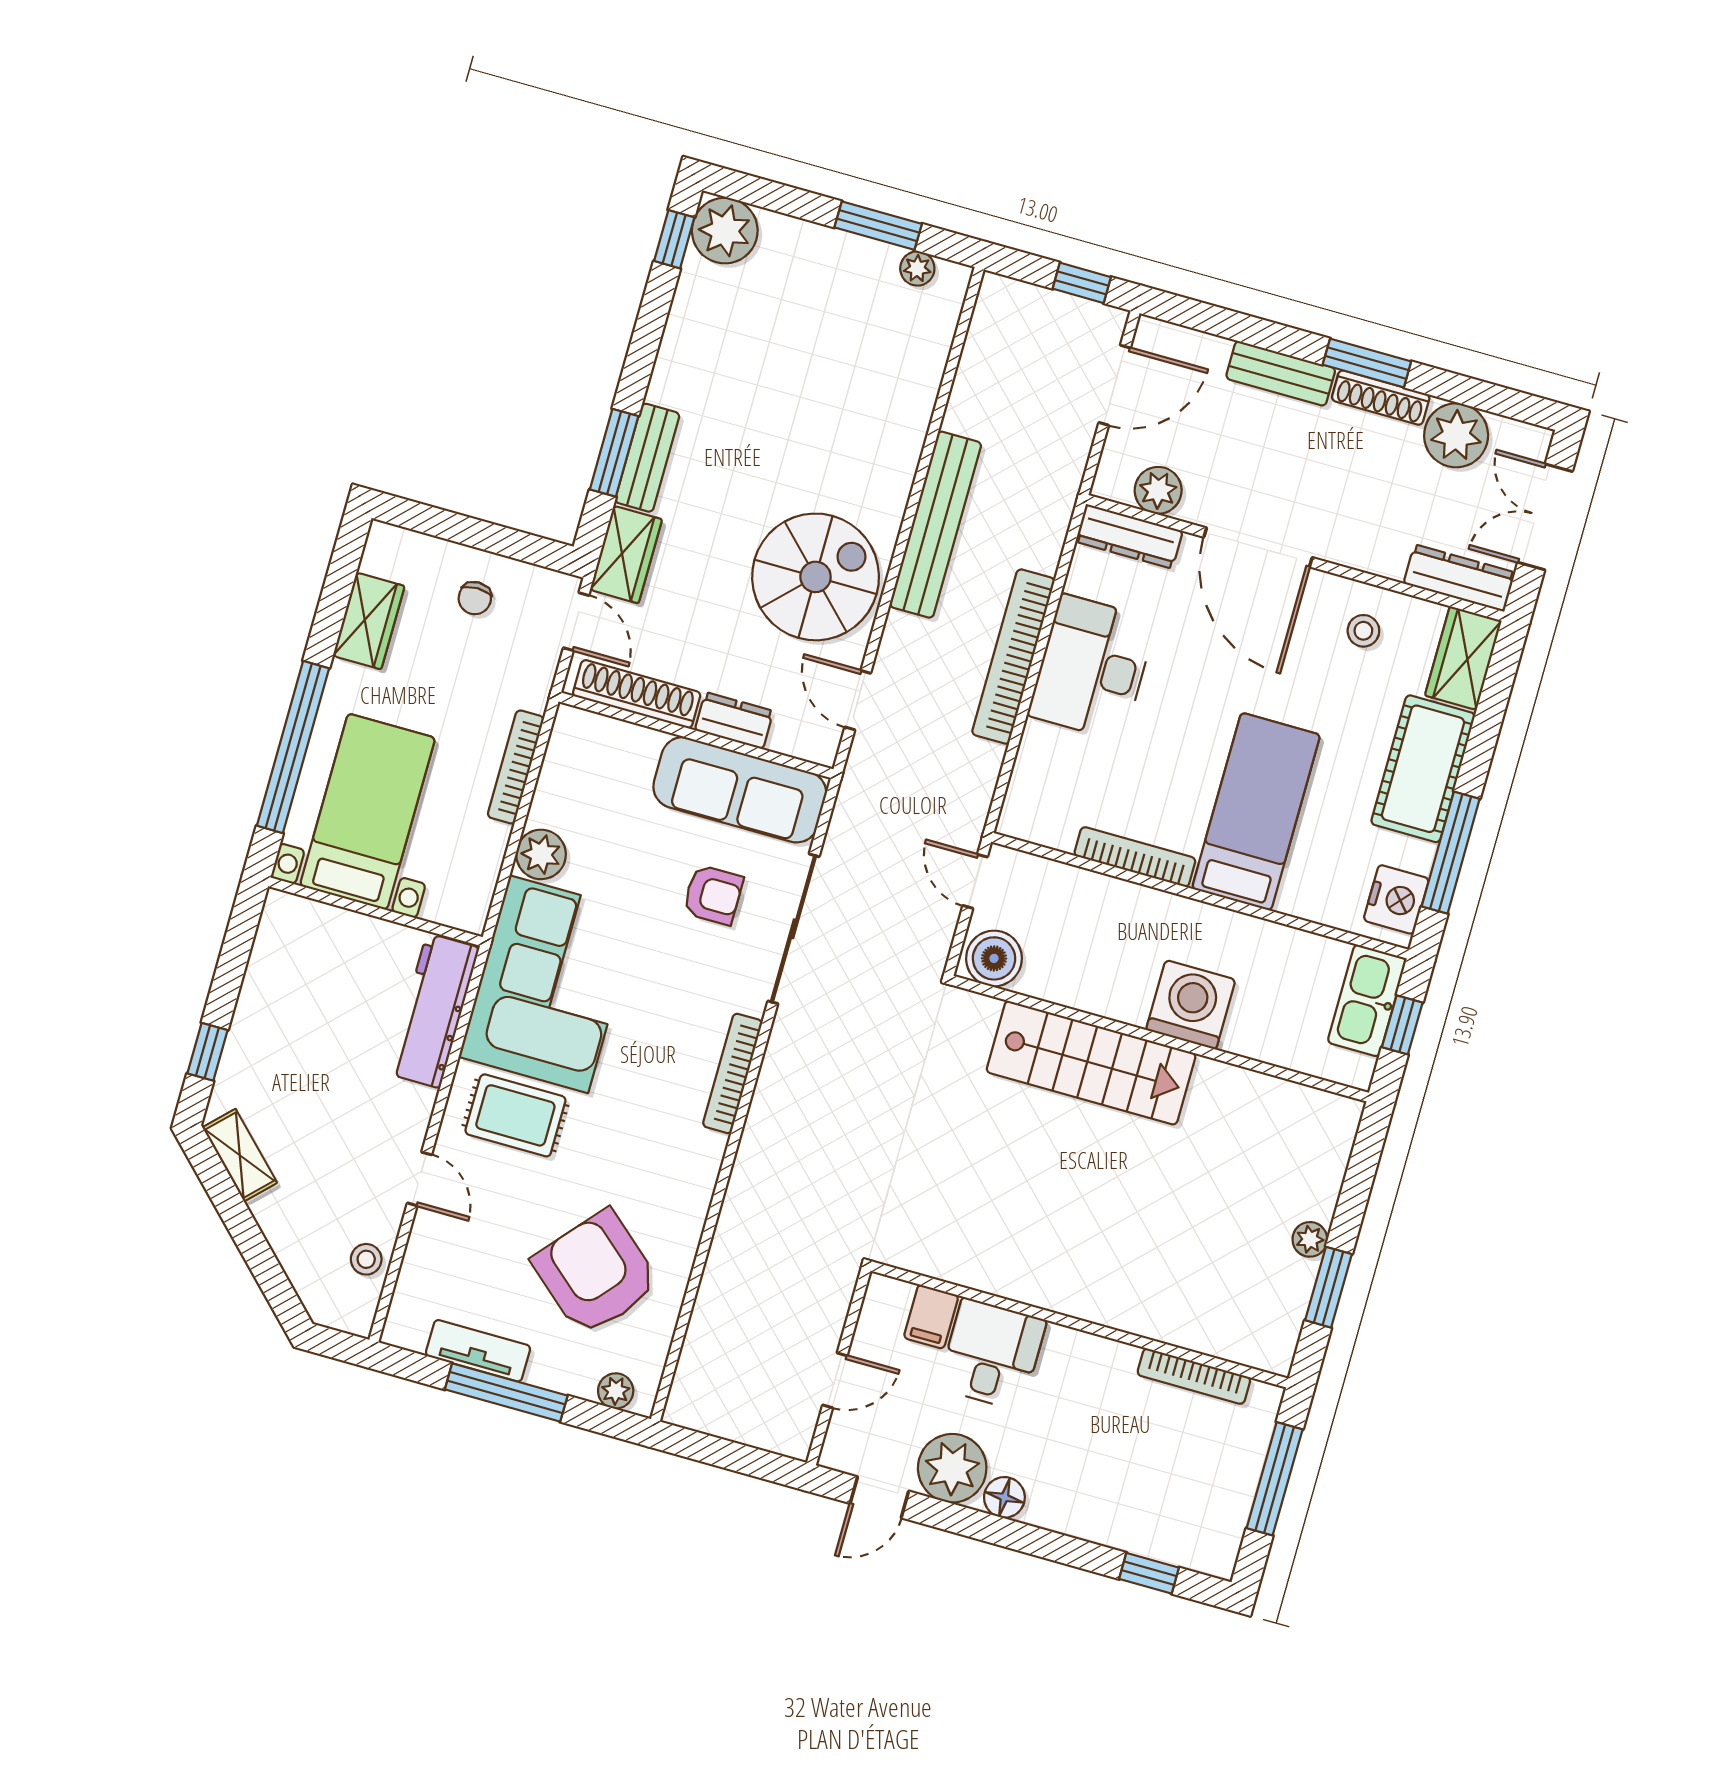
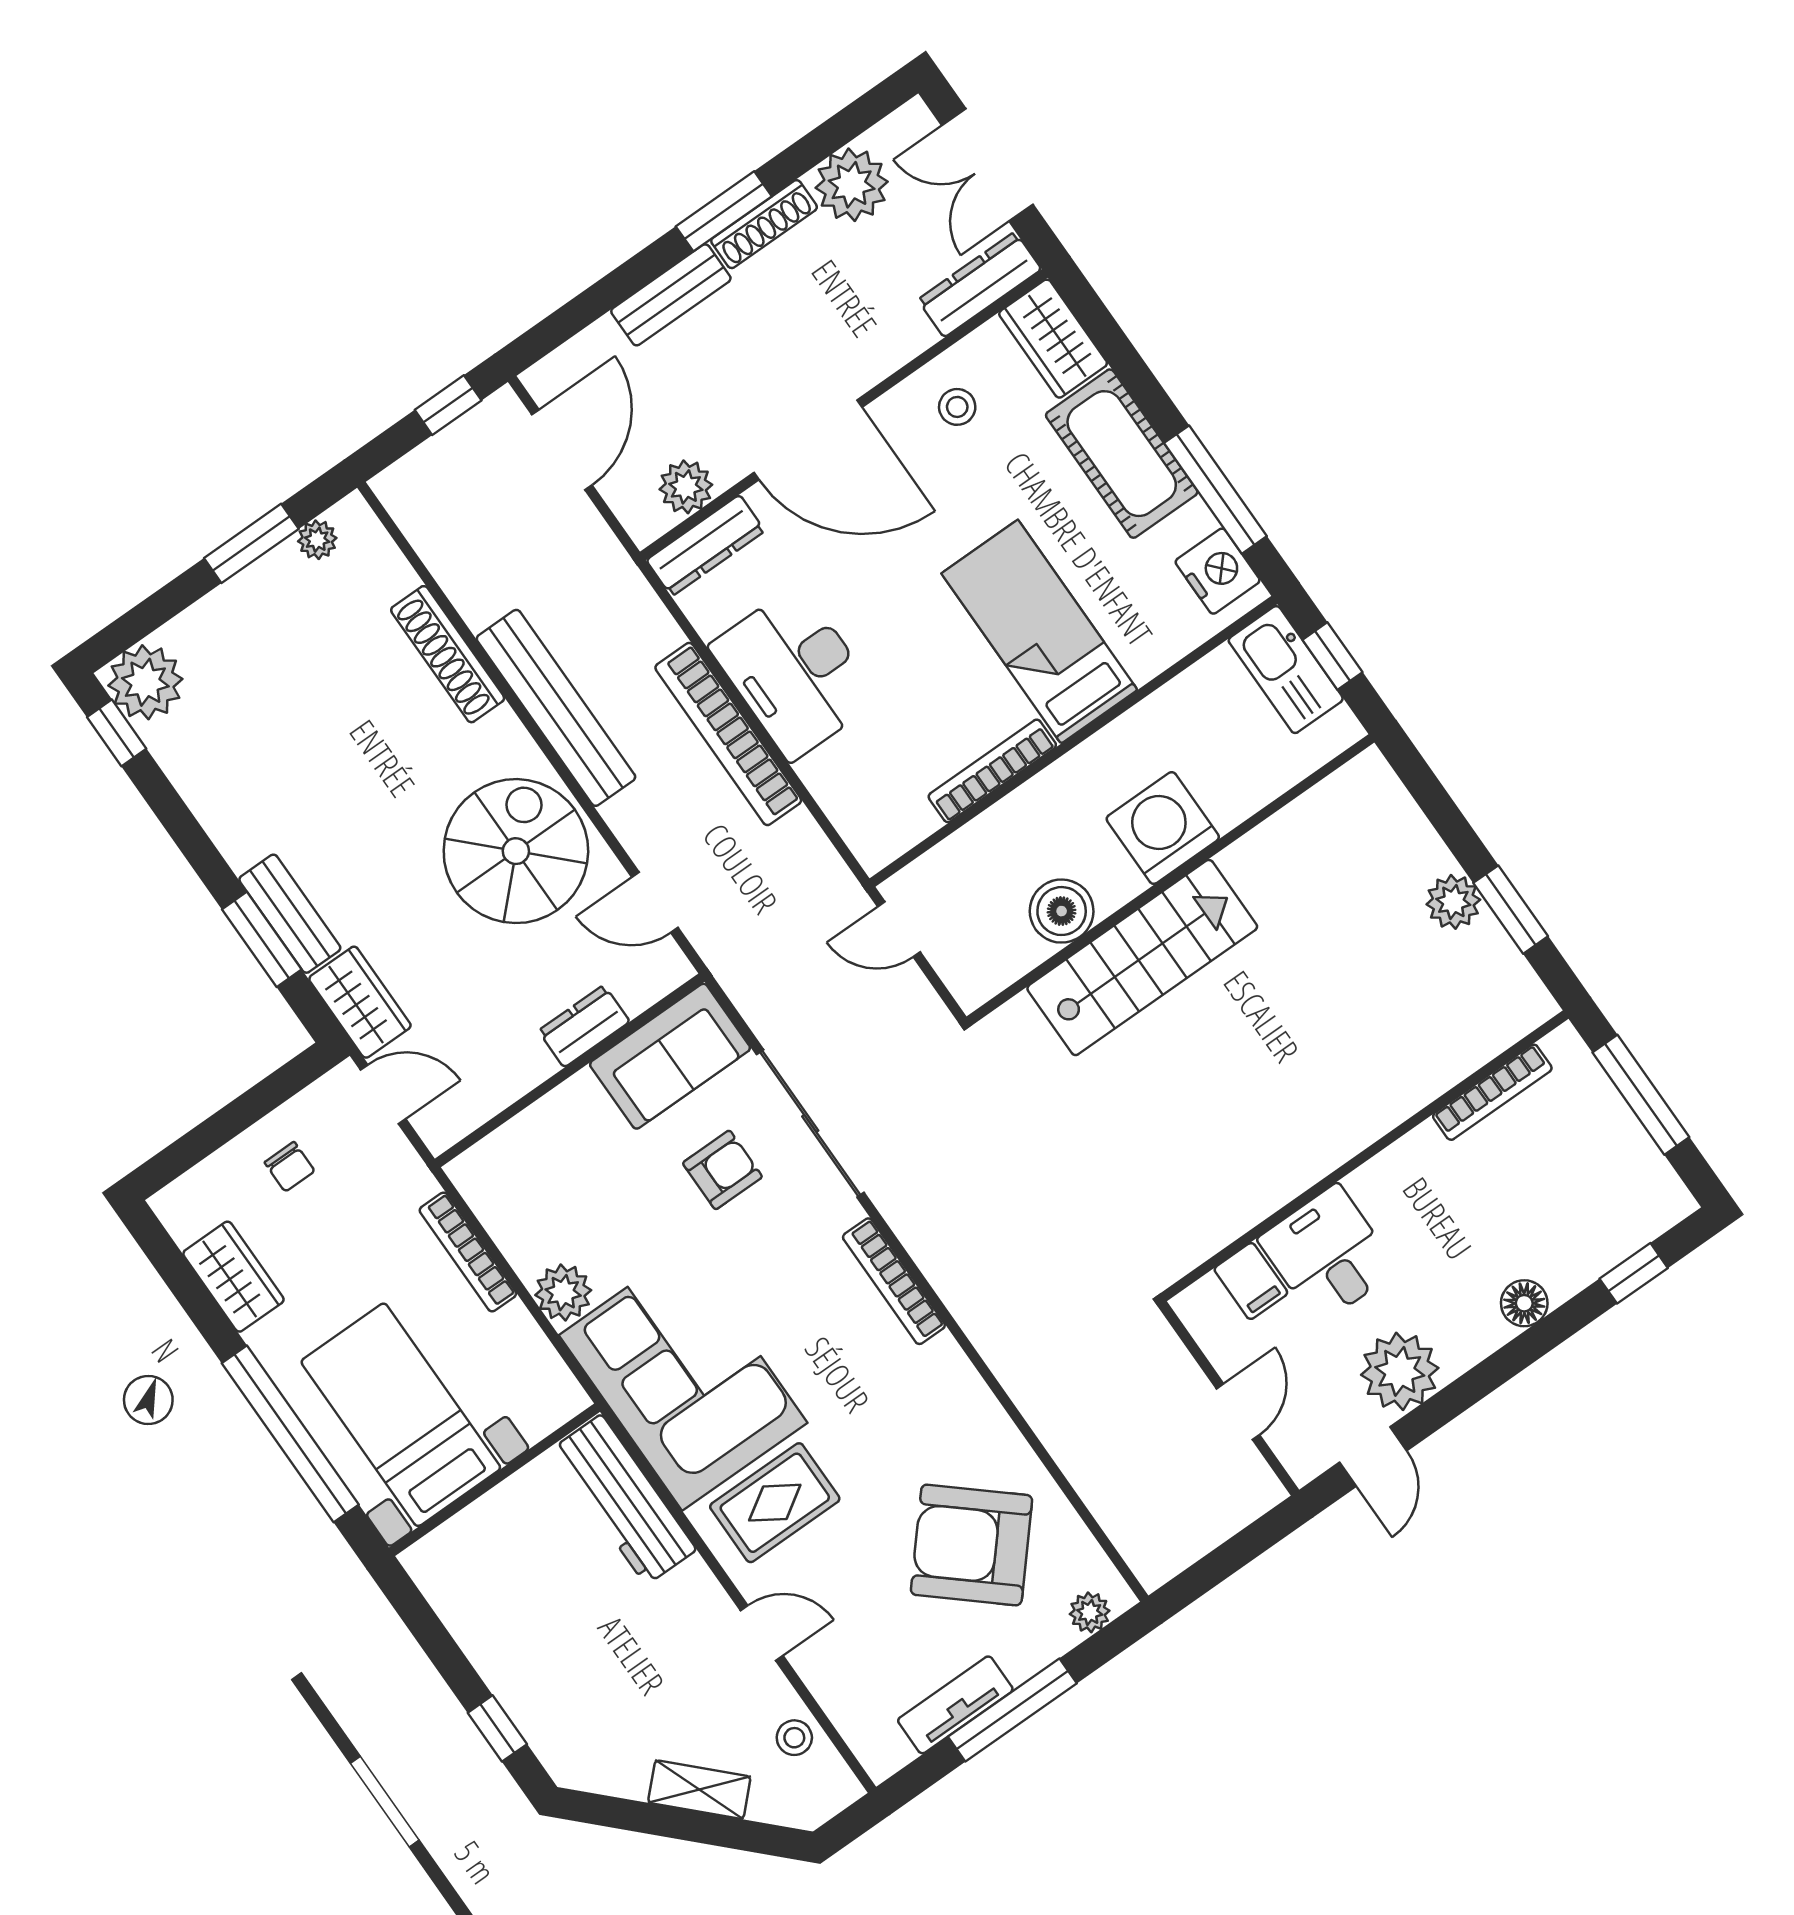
shoe rack: (637, 694) -> (448, 654), moved, turned -90
sofa: (740, 790) -> (670, 1056), width x0.73
boiler: (994, 958) -> (1062, 911), moved
shelving: (240, 1155) -> (699, 1790), moved
plant: (1310, 1239) -> (1453, 902), width x1.38, depth x1.38
floor lamp: (1004, 1497) -> (1524, 1303), moved

